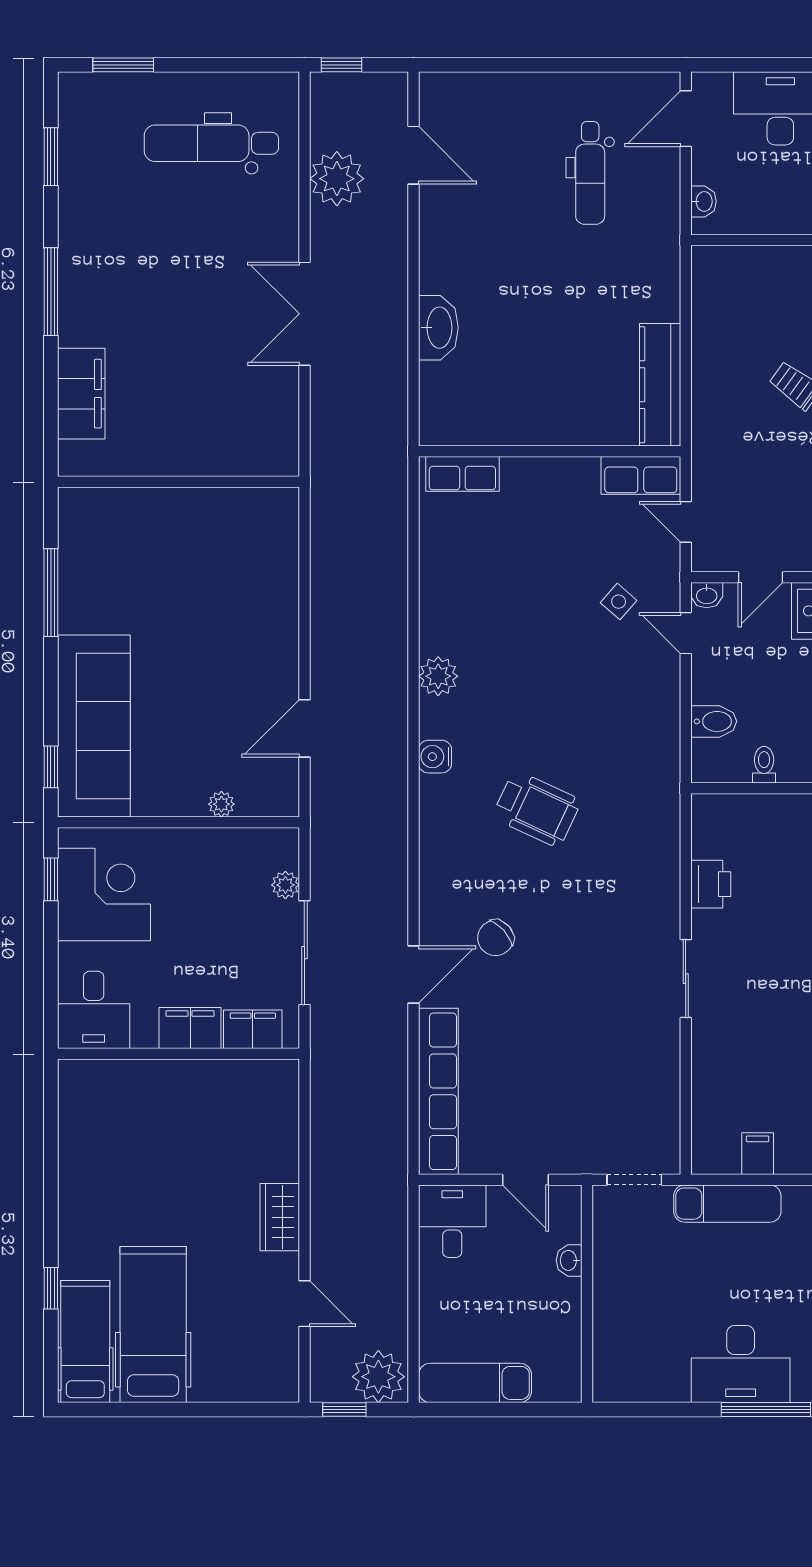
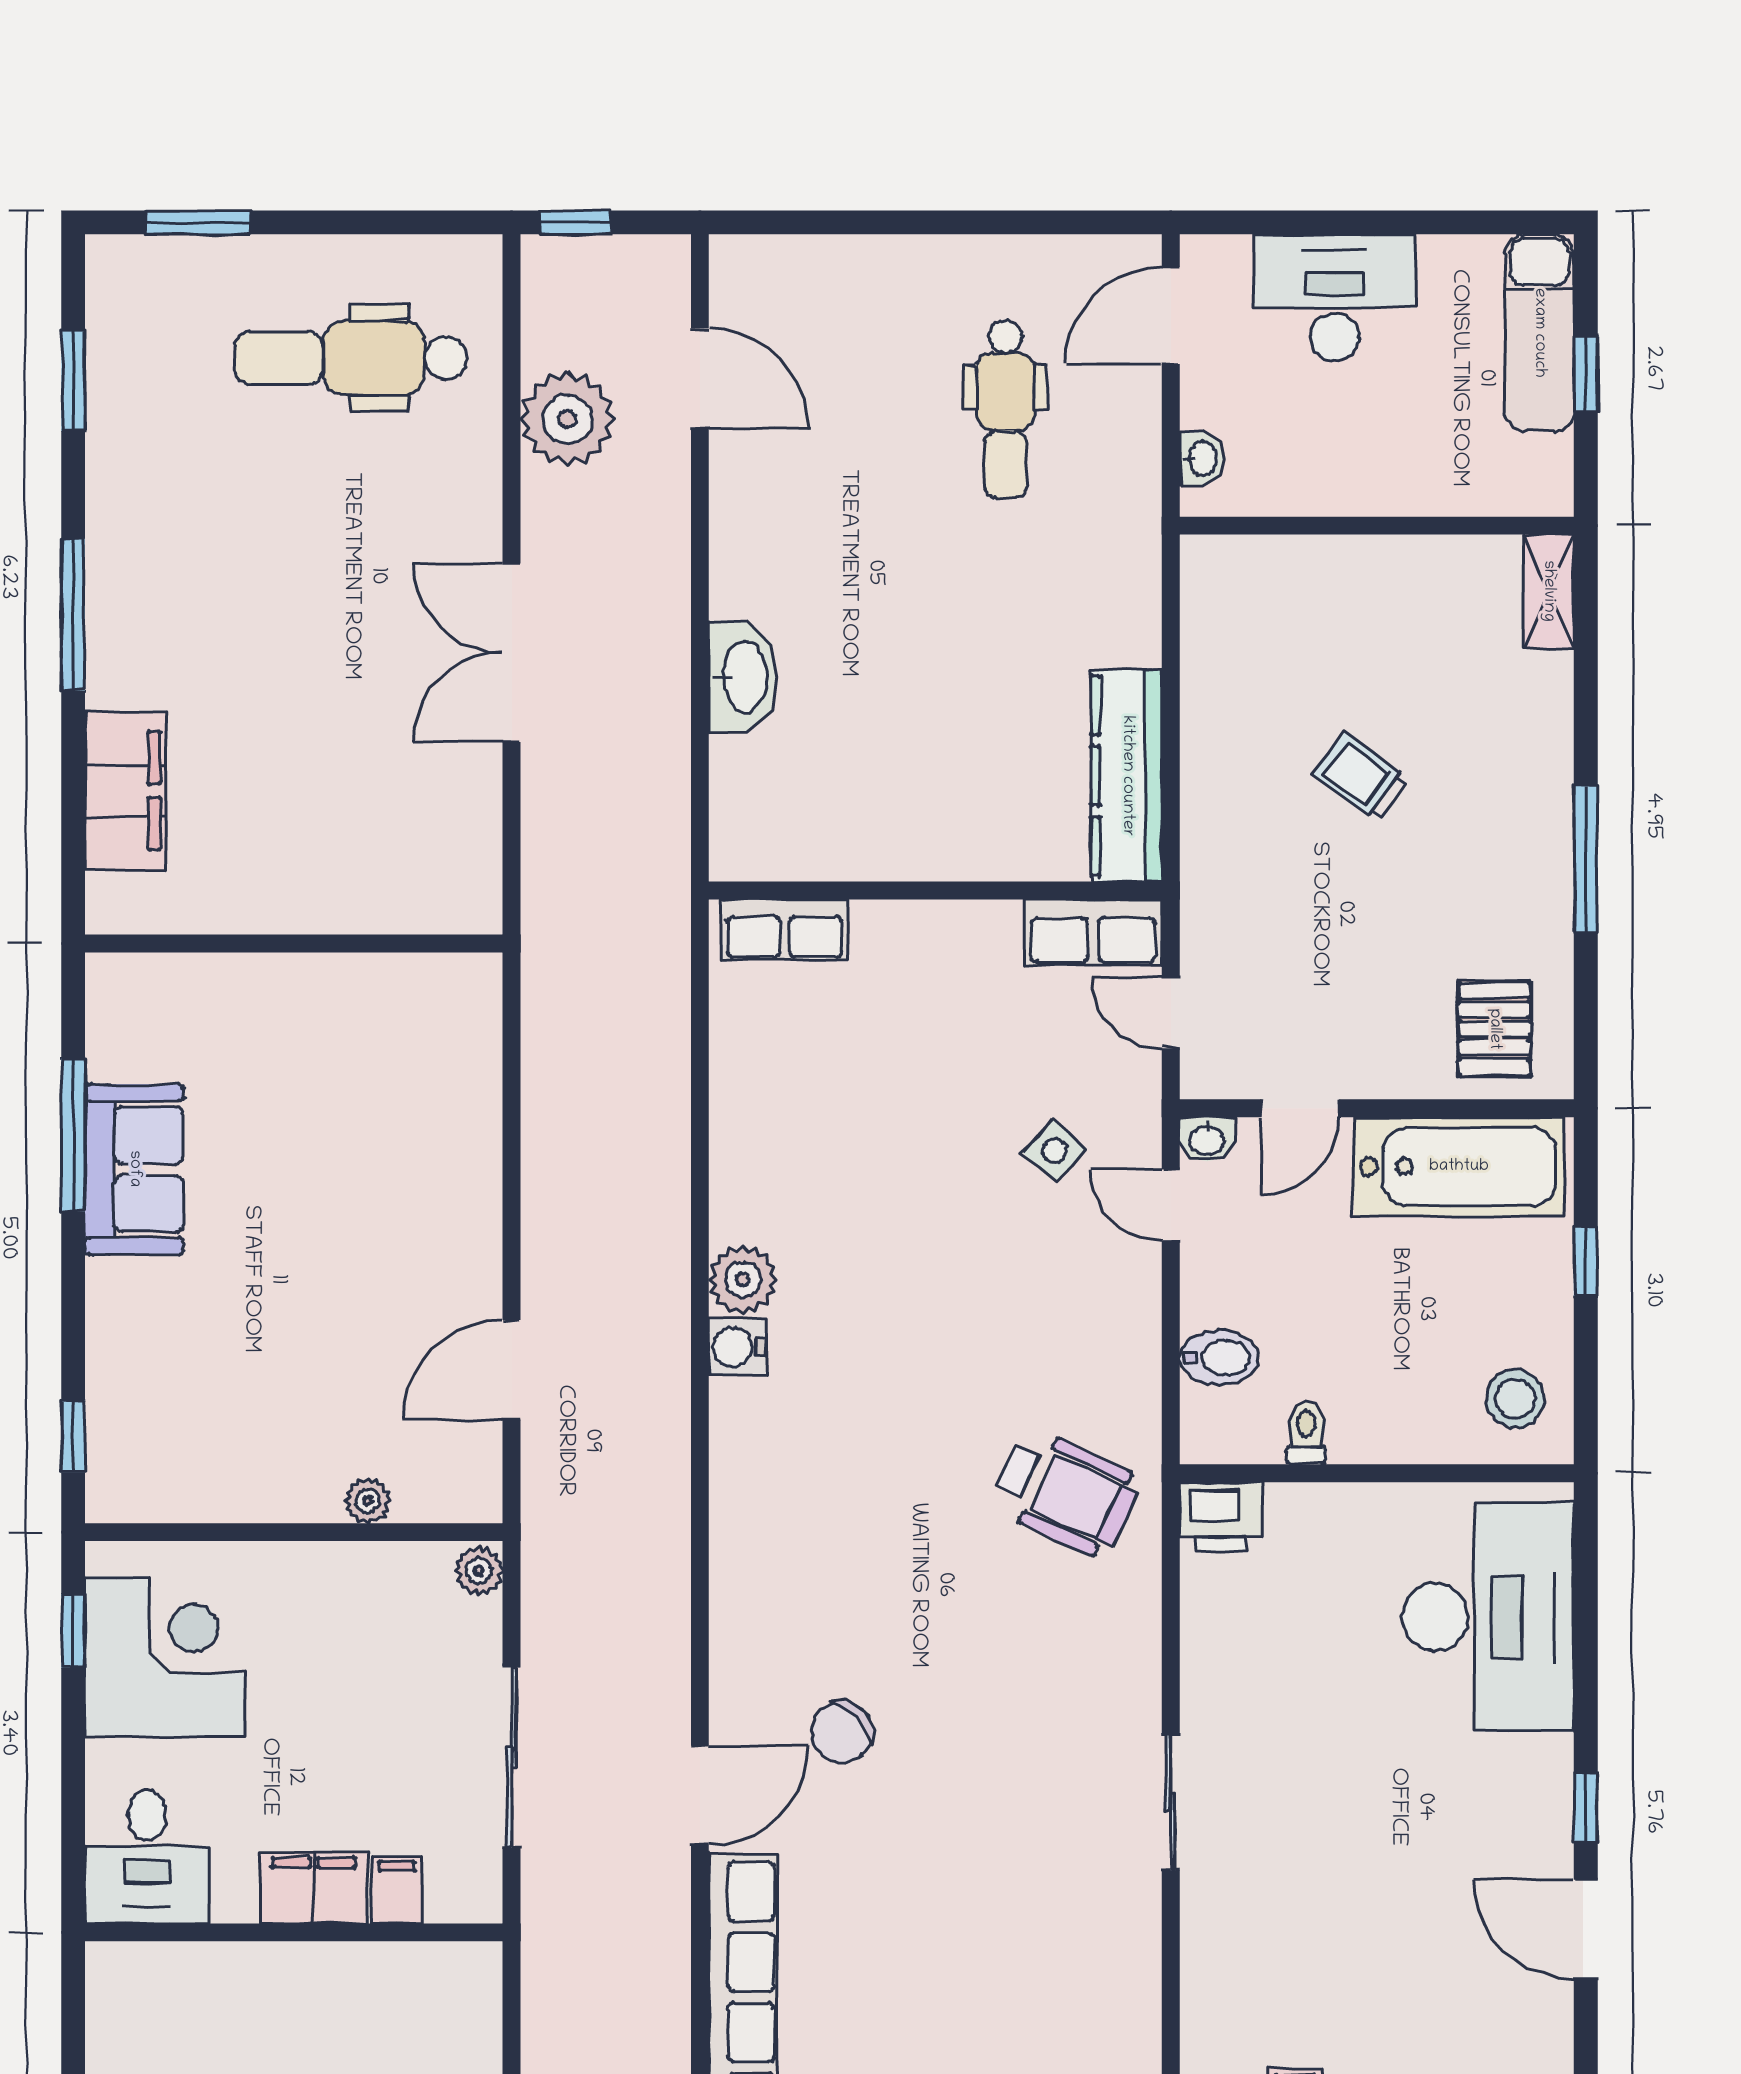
sofa: (94, 726) -> (134, 1169), moved, width x0.54, depth x0.79
water cooler: (435, 757) -> (737, 1347), moved
wheelchair: (537, 809) -> (1066, 1493), moved
printer: (711, 884) -> (1221, 1517), moved, turned 90
plant: (285, 885) -> (479, 1571), moved
filing cabinet: (253, 1029) -> (397, 1890), width x0.50

